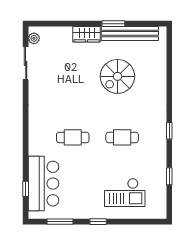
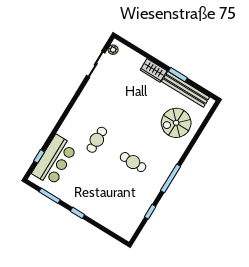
spiral stairs: (117, 76) -> (176, 123), moved
window: (169, 131) -> (171, 178), width x2.17
cafe table: (73, 137) -> (97, 140), turned 90
checkout: (125, 193) -> (110, 204), removed

